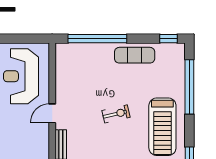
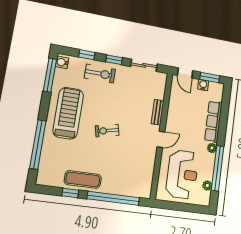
window: (168, 39) -> (70, 193), moved

